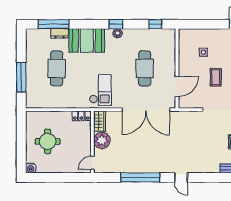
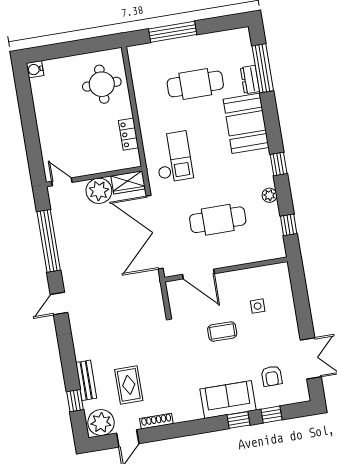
plant: (118, 33) -> (269, 195), moved
checkout: (100, 90) -> (173, 157), turned -90
wardrobe: (100, 121) -> (128, 182), moved
plant: (102, 140) -> (99, 191), moved
round table: (48, 141) -> (102, 84), moved
wall: (92, 142) -> (94, 177), moved
door: (92, 163) -> (62, 182), moved

